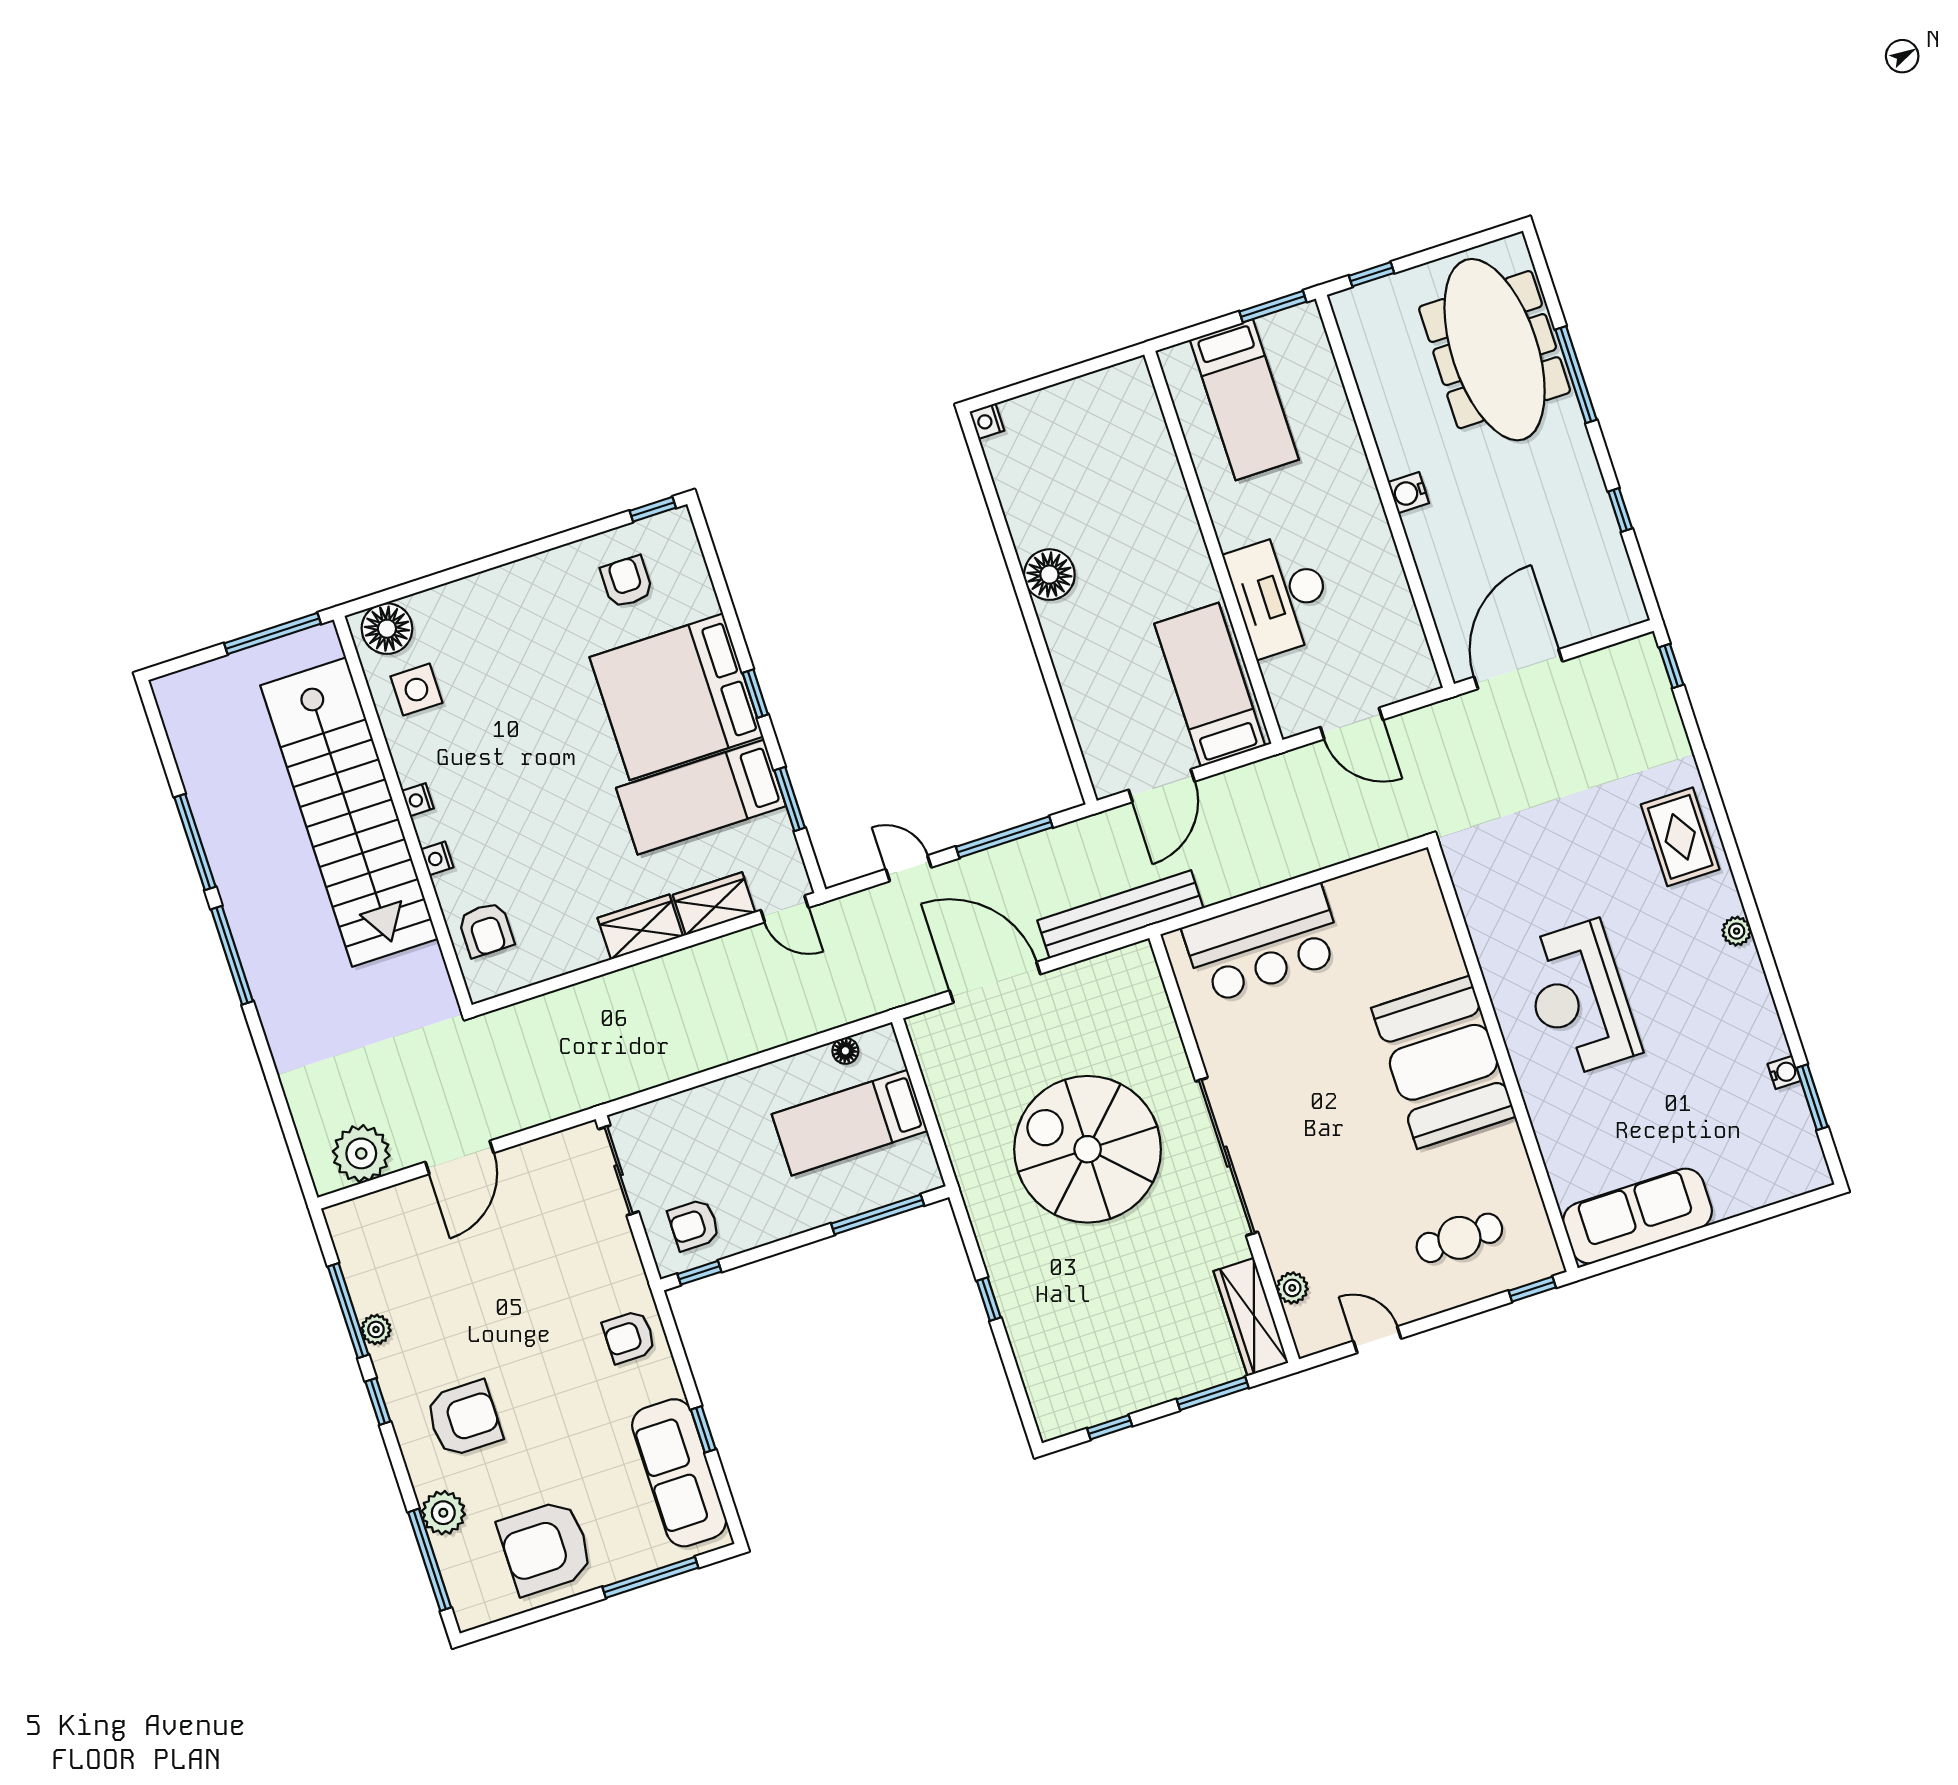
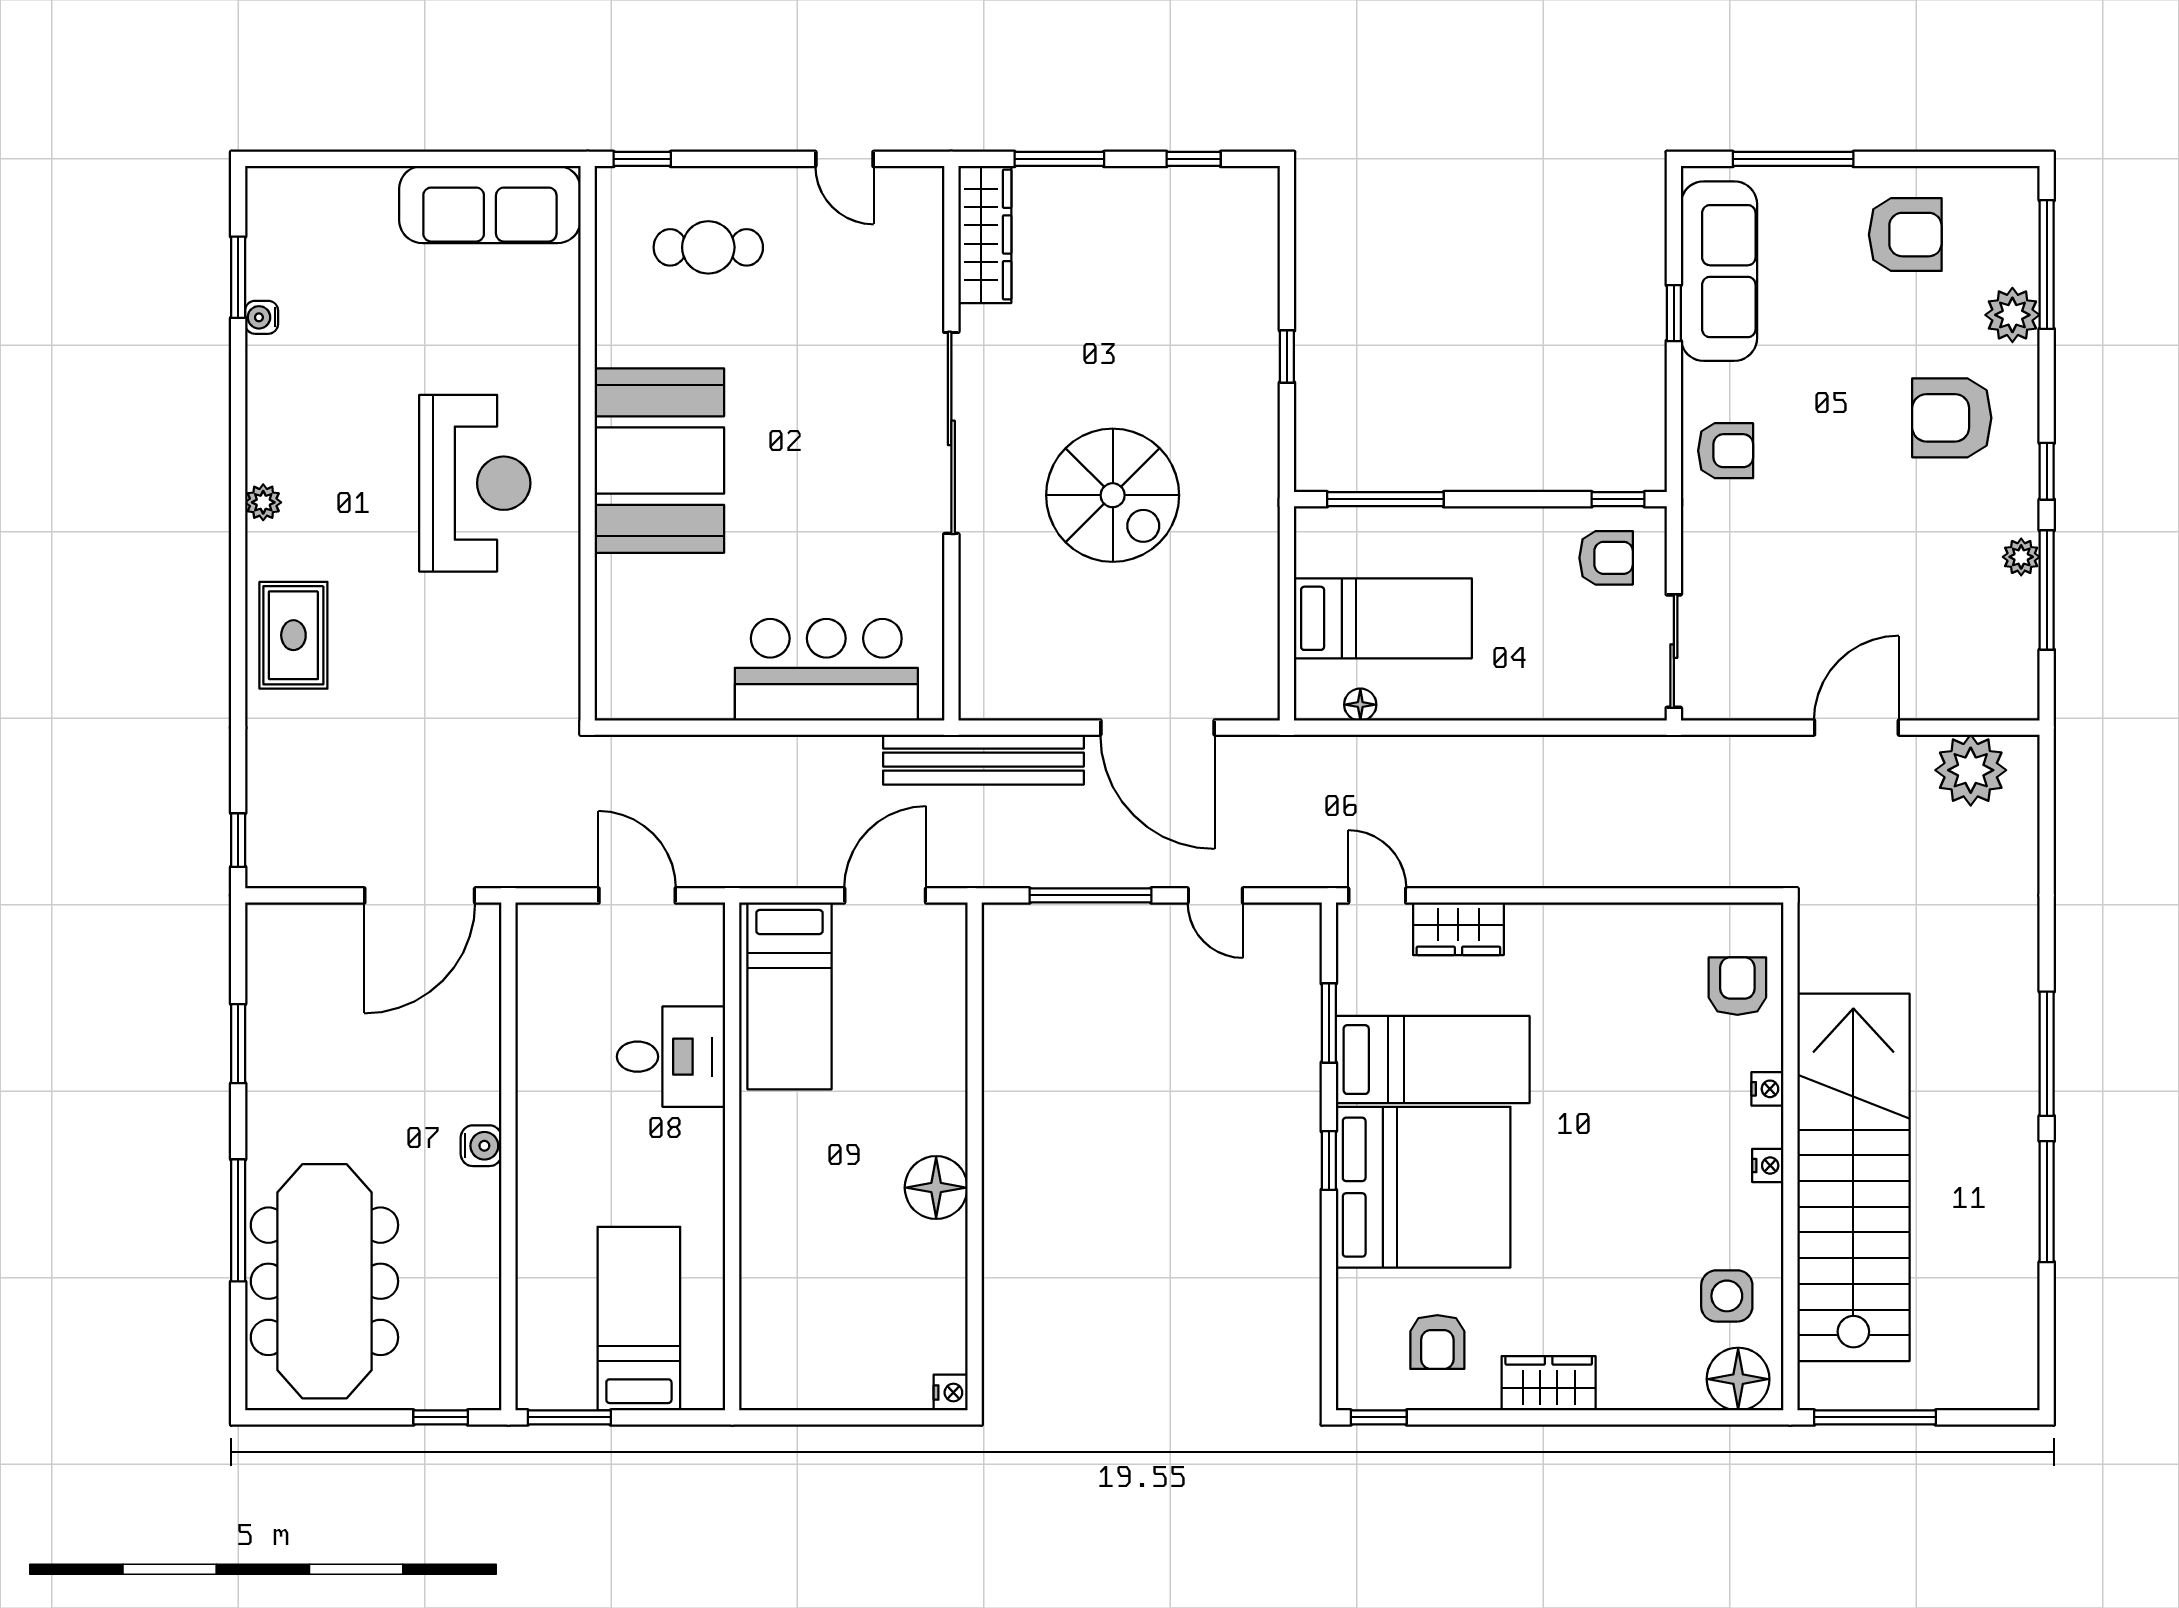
window: (1620, 510) -> (238, 1044), width x1.50
desk: (1281, 594) -> (671, 1057), width x0.73
wardrobe: (640, 927) -> (1549, 1383), moved, turned 180
spiral stairs: (1088, 1149) -> (1113, 495), width x0.73, depth x0.73
plant: (1292, 1288) -> (925, 253), removed
armchair: (545, 1547) -> (1905, 235), width x0.73, depth x0.73

